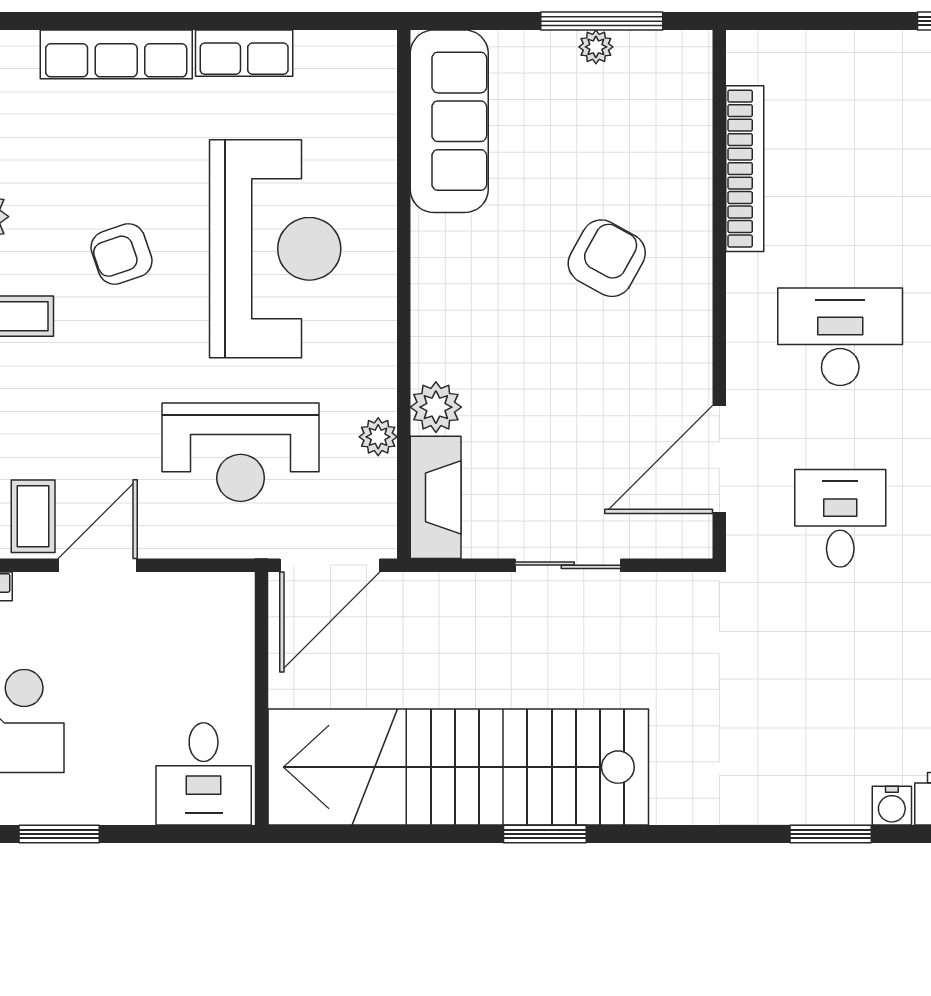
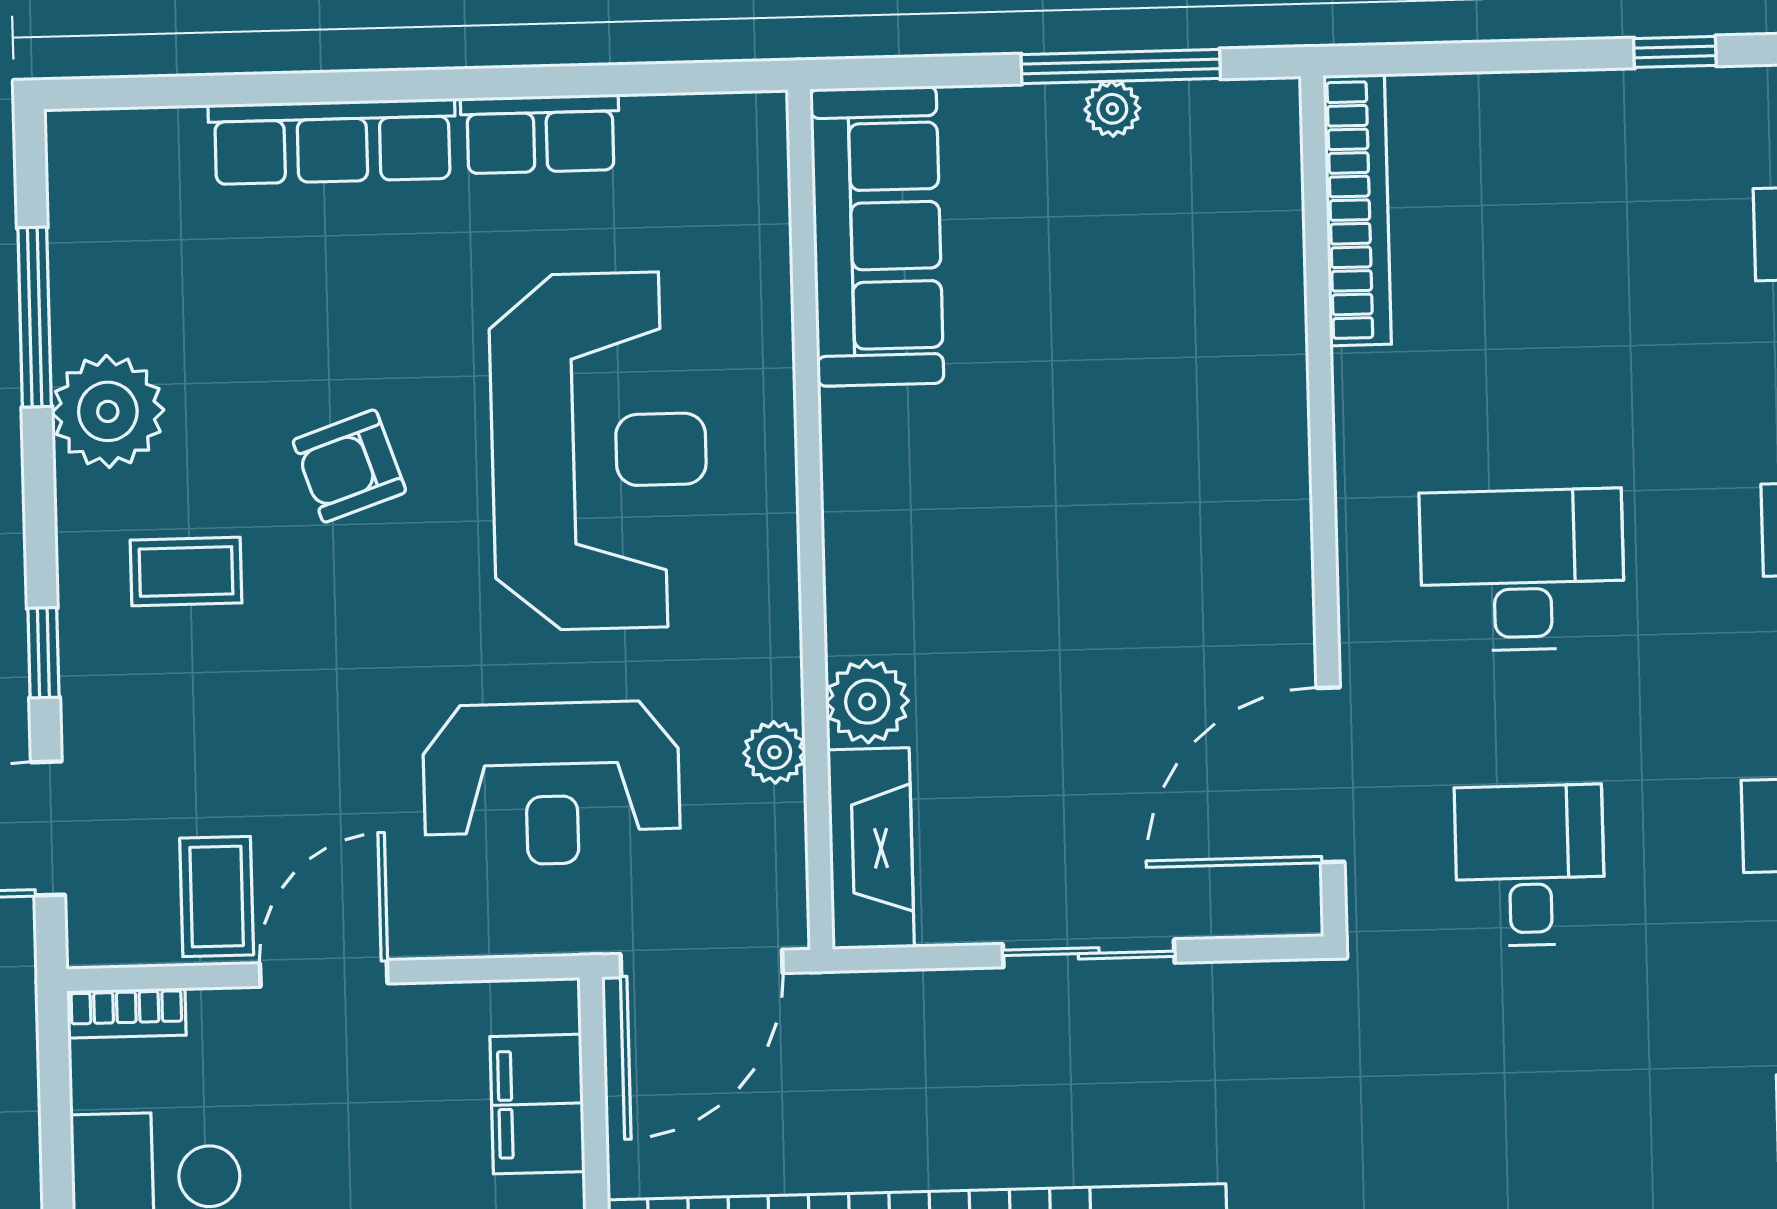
bookcase: (745, 169) -> (1357, 210), moved
armchair: (607, 258) -> (1139, 452), removed
filing cabinet: (227, 649) -> (537, 1104), added

